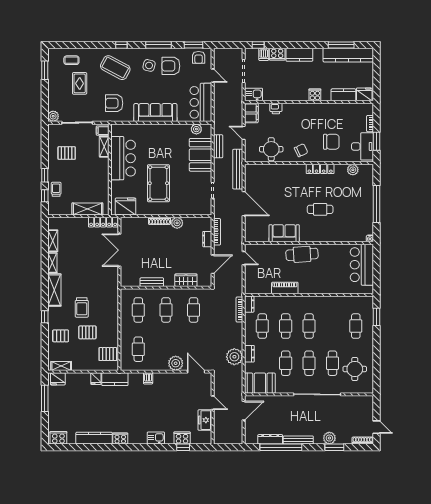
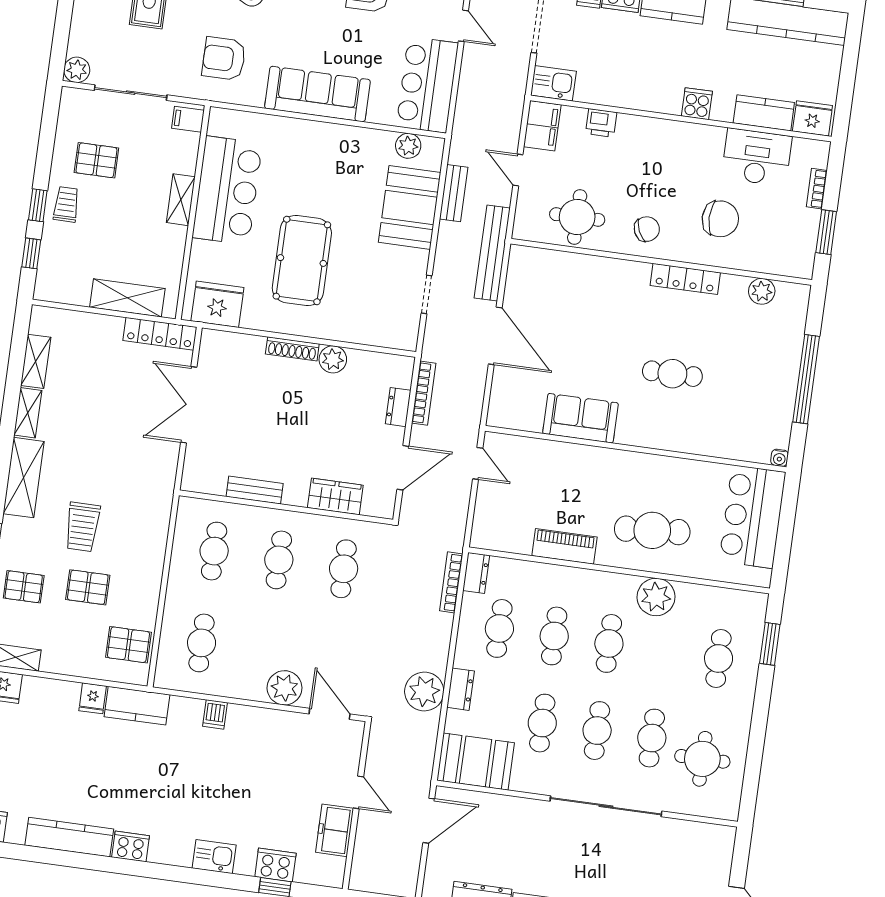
desk: (362, 146) -> (757, 157), moved, turned -90
shelving: (104, 147) -> (181, 200), moved
trolley: (56, 189) -> (66, 204), moved
cafe table: (302, 254) -> (652, 530), moved
plant: (326, 304) -> (656, 597), added

